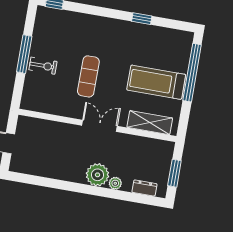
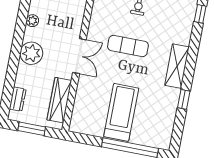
shelving: (150, 123) -> (177, 66), moved
wardrobe: (145, 145) -> (59, 100), added
plant: (115, 183) -> (32, 21), moved

